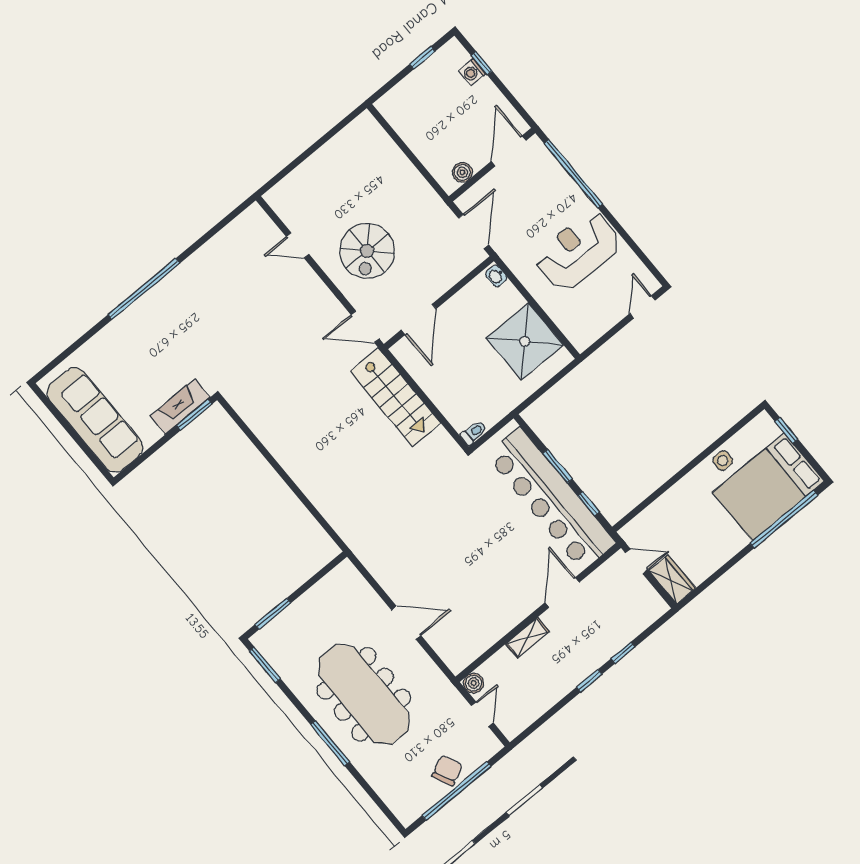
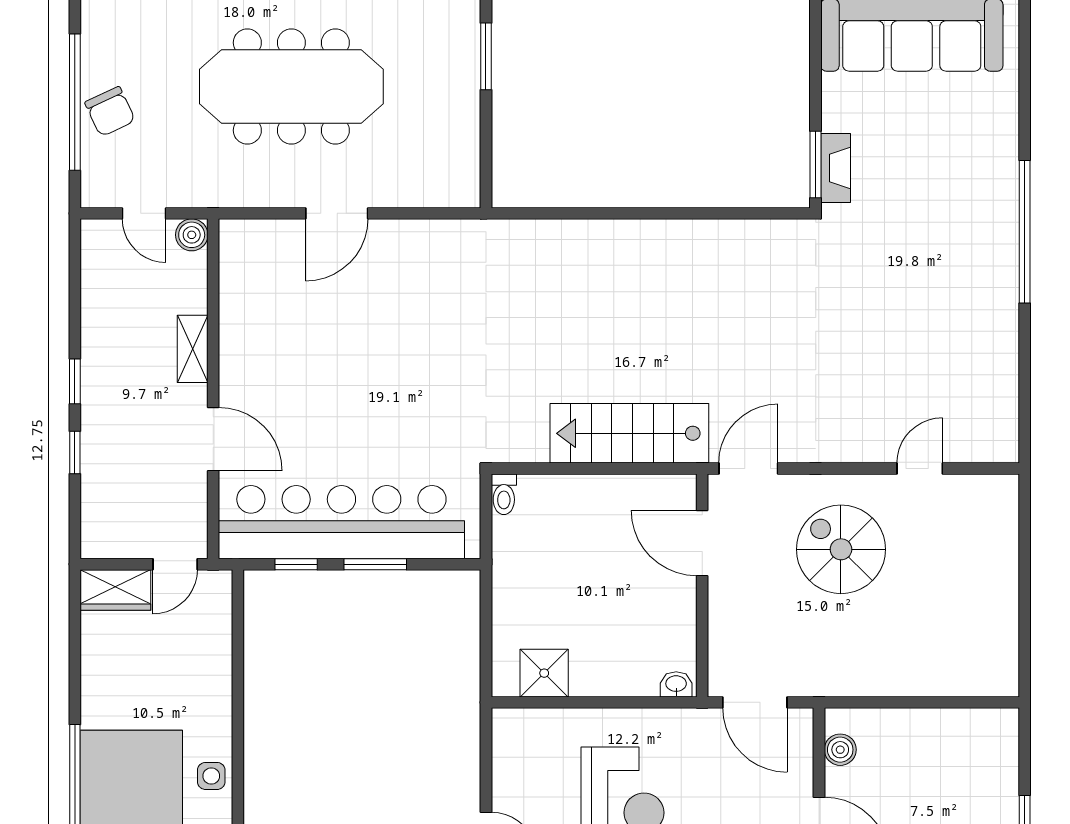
shower: (525, 341) -> (544, 673), width x0.54, depth x0.54
fireplace: (180, 407) -> (836, 168), width x0.73, depth x0.76

